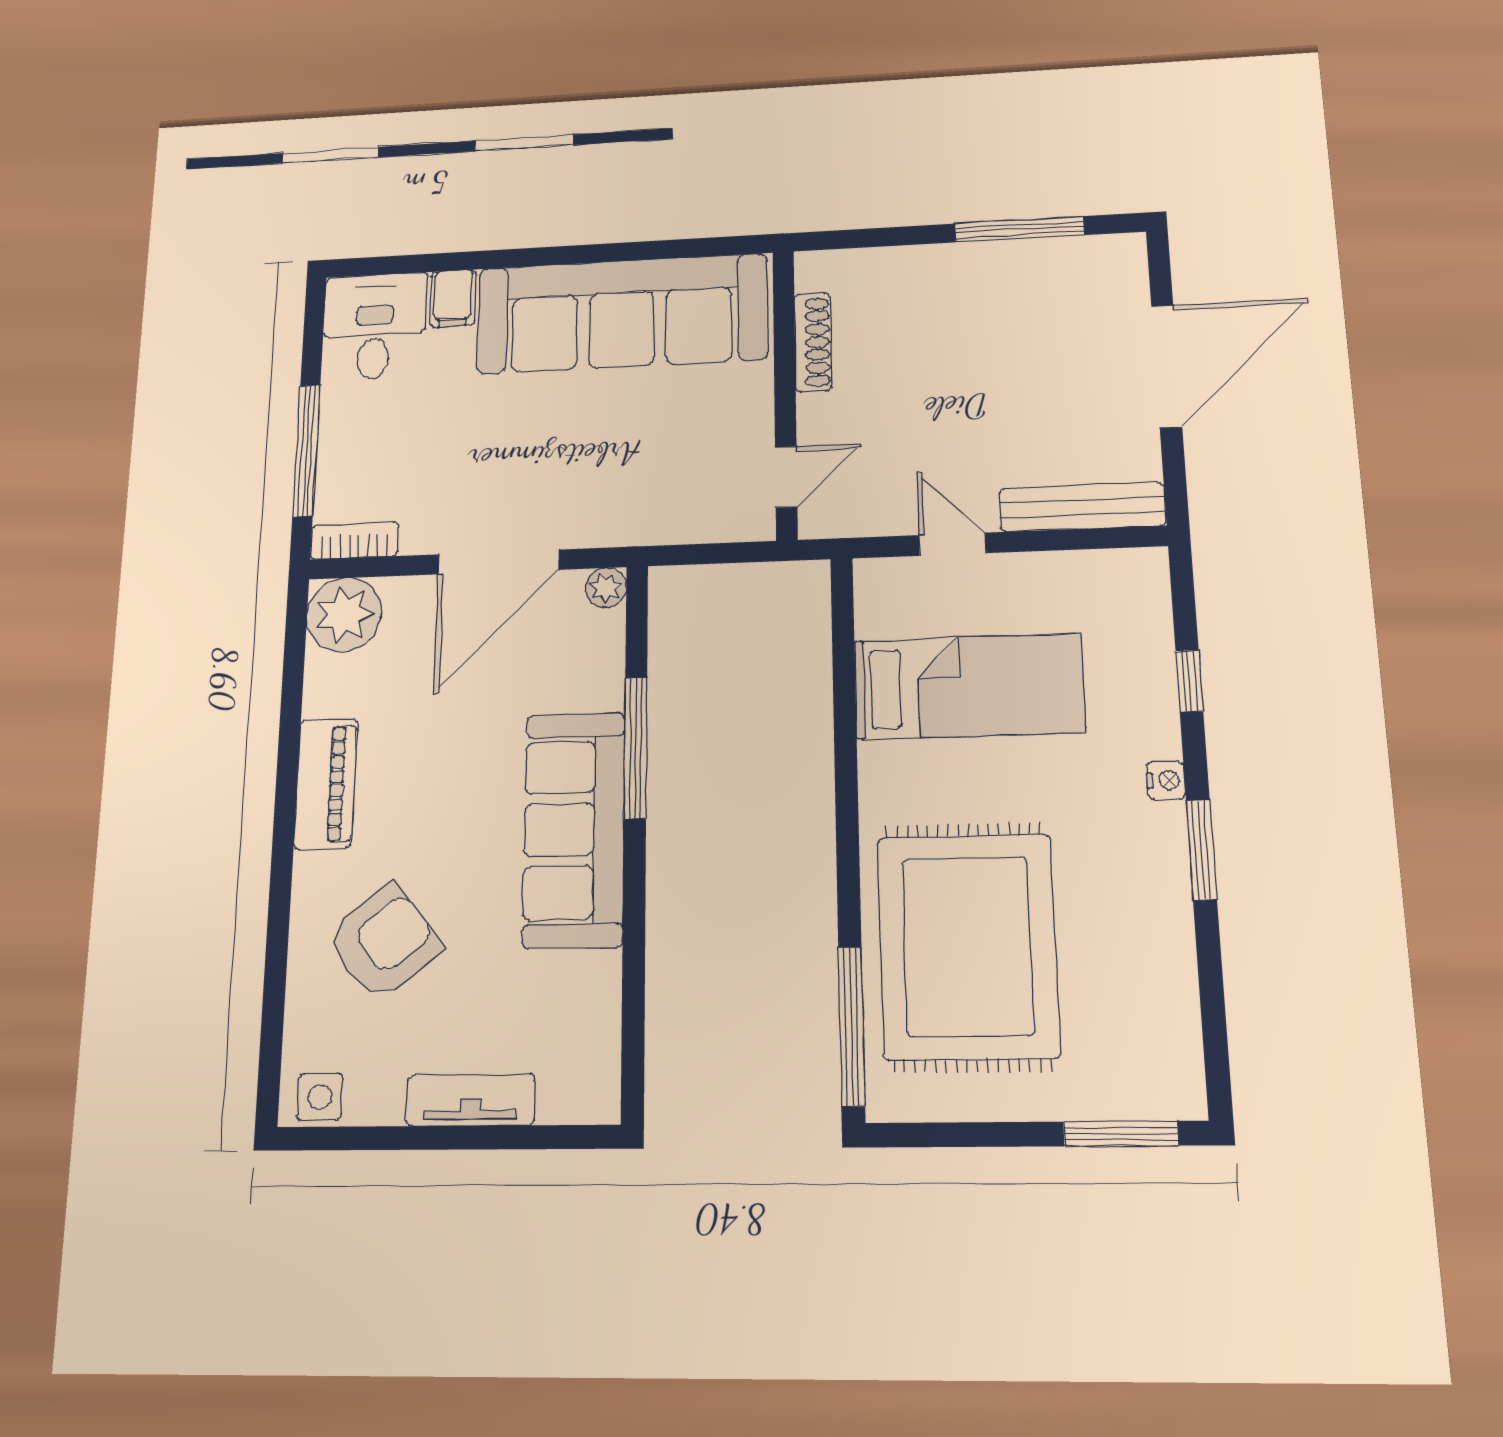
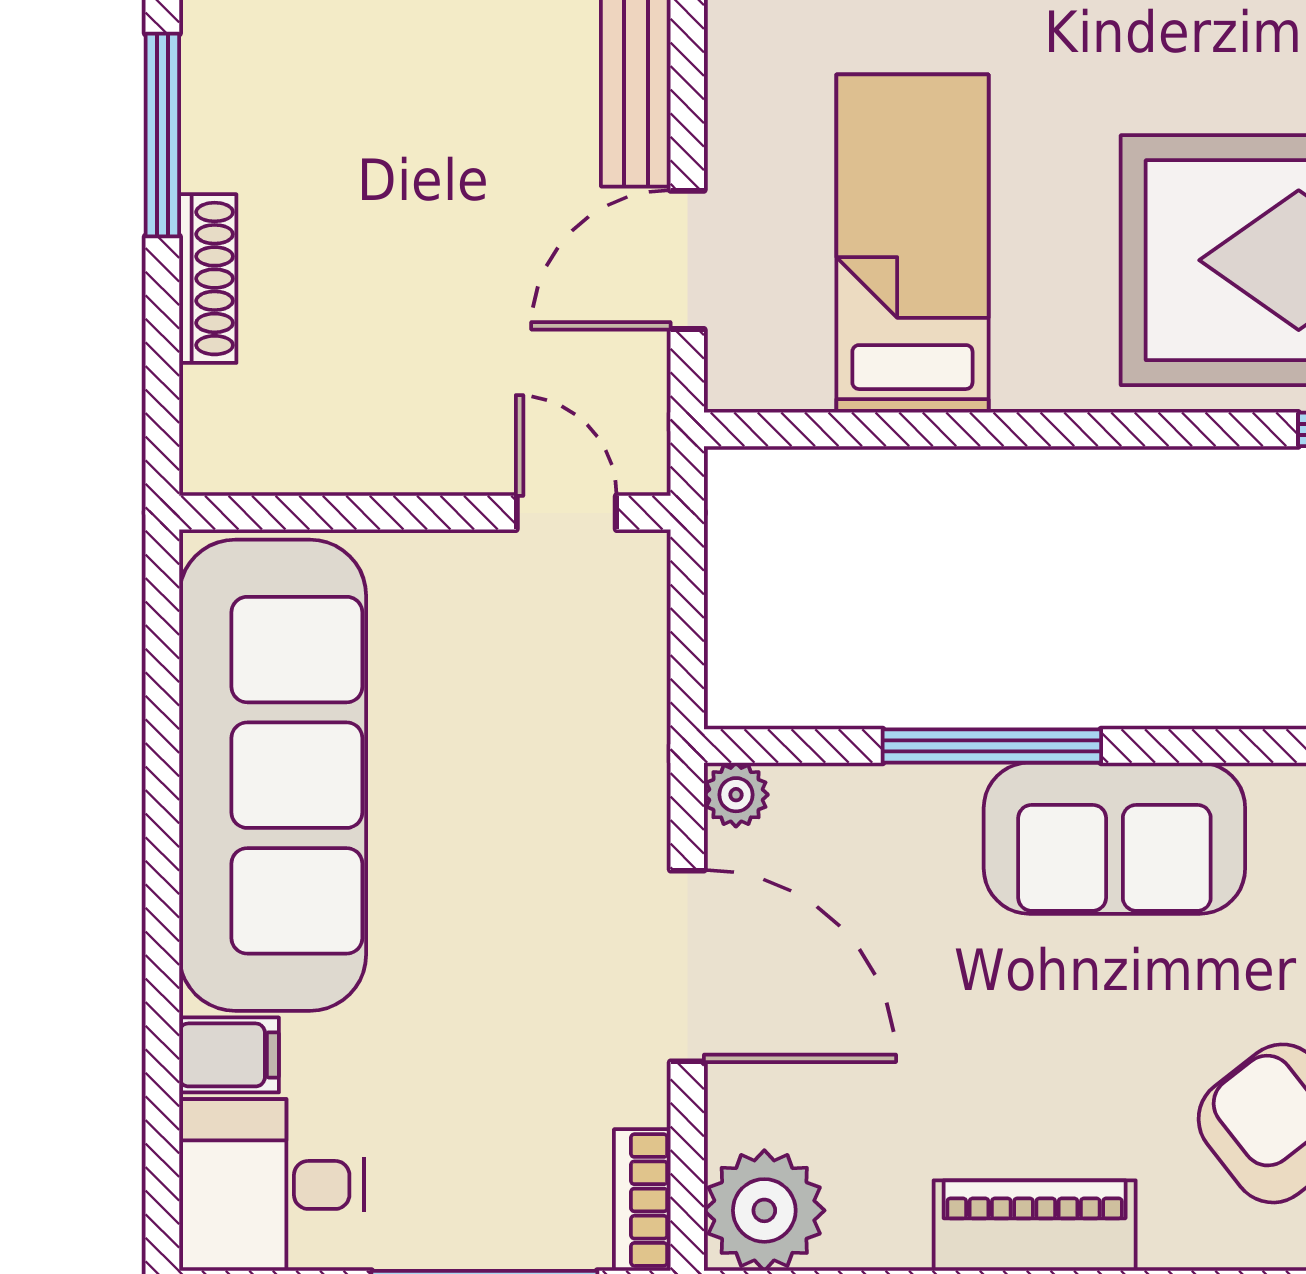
shoe rack: (813, 342) -> (208, 279), moved, turned 90
door: (952, 544) -> (687, 260), width x1.38
sofa: (574, 829) -> (1114, 838), width x0.73

